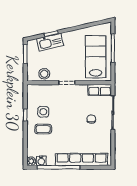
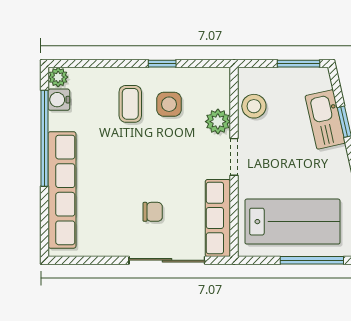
plant: (51, 90) -> (218, 122), added
row of seats: (100, 90) -> (218, 218), width x1.48

